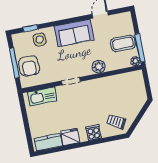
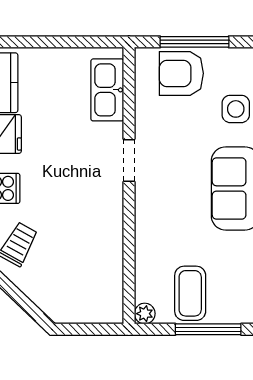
window: (140, 48) -> (208, 329), moved
plant: (99, 67) -> (149, 229), removed

